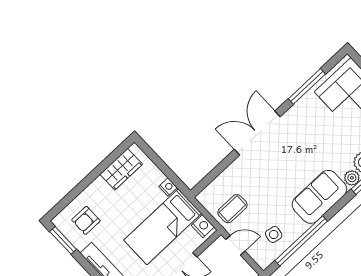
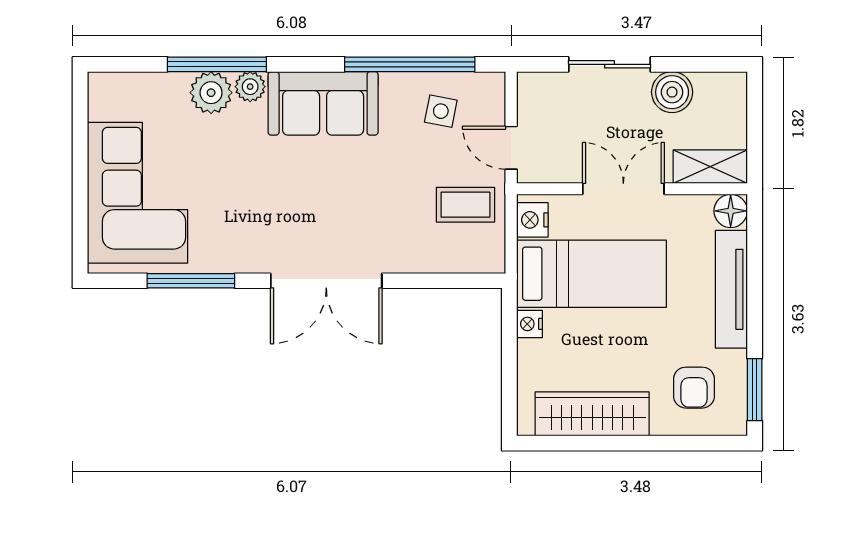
wardrobe: (121, 169) -> (592, 414), width x1.50
armchair: (86, 220) -> (694, 388), turned 90

